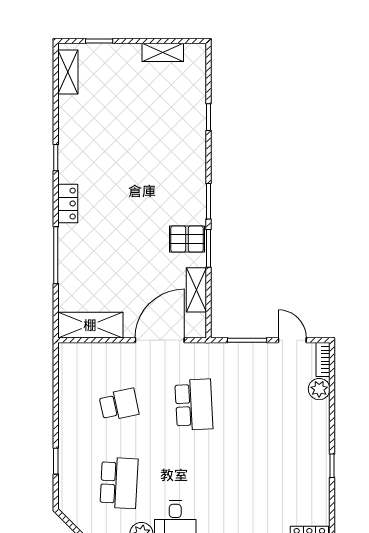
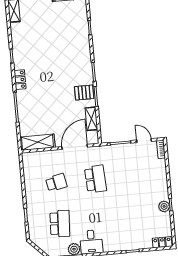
plant: (319, 389) -> (164, 206), moved

